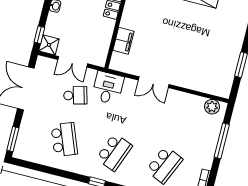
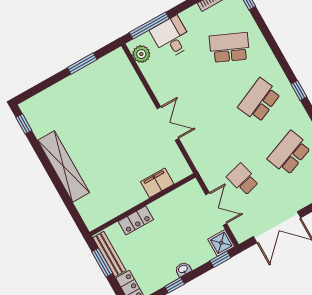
desk: (108, 88) -> (171, 37), moved, turned 90
window: (222, 141) -> (149, 25), moved
school desk: (114, 152) -> (259, 100), turned -45

